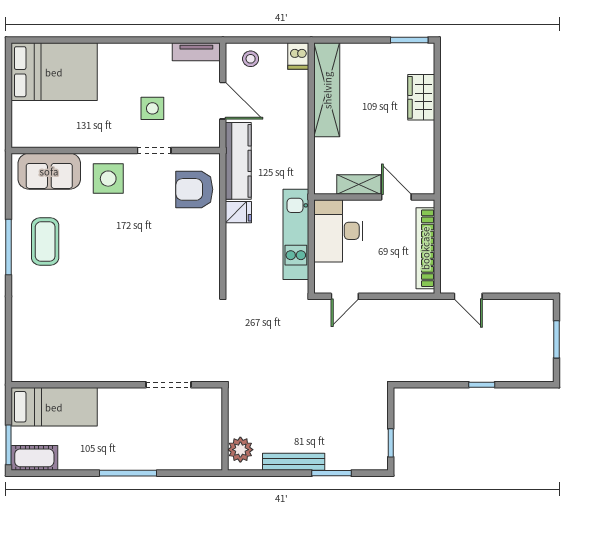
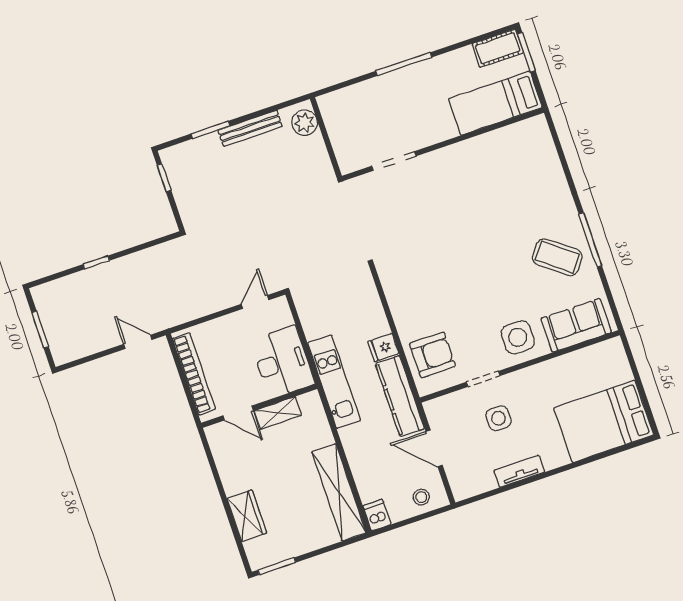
tv unit: (196, 52) -> (519, 471), moved
kitchen unit: (296, 234) -> (334, 382), moved
coffee table: (45, 242) -> (557, 257), turned -52

